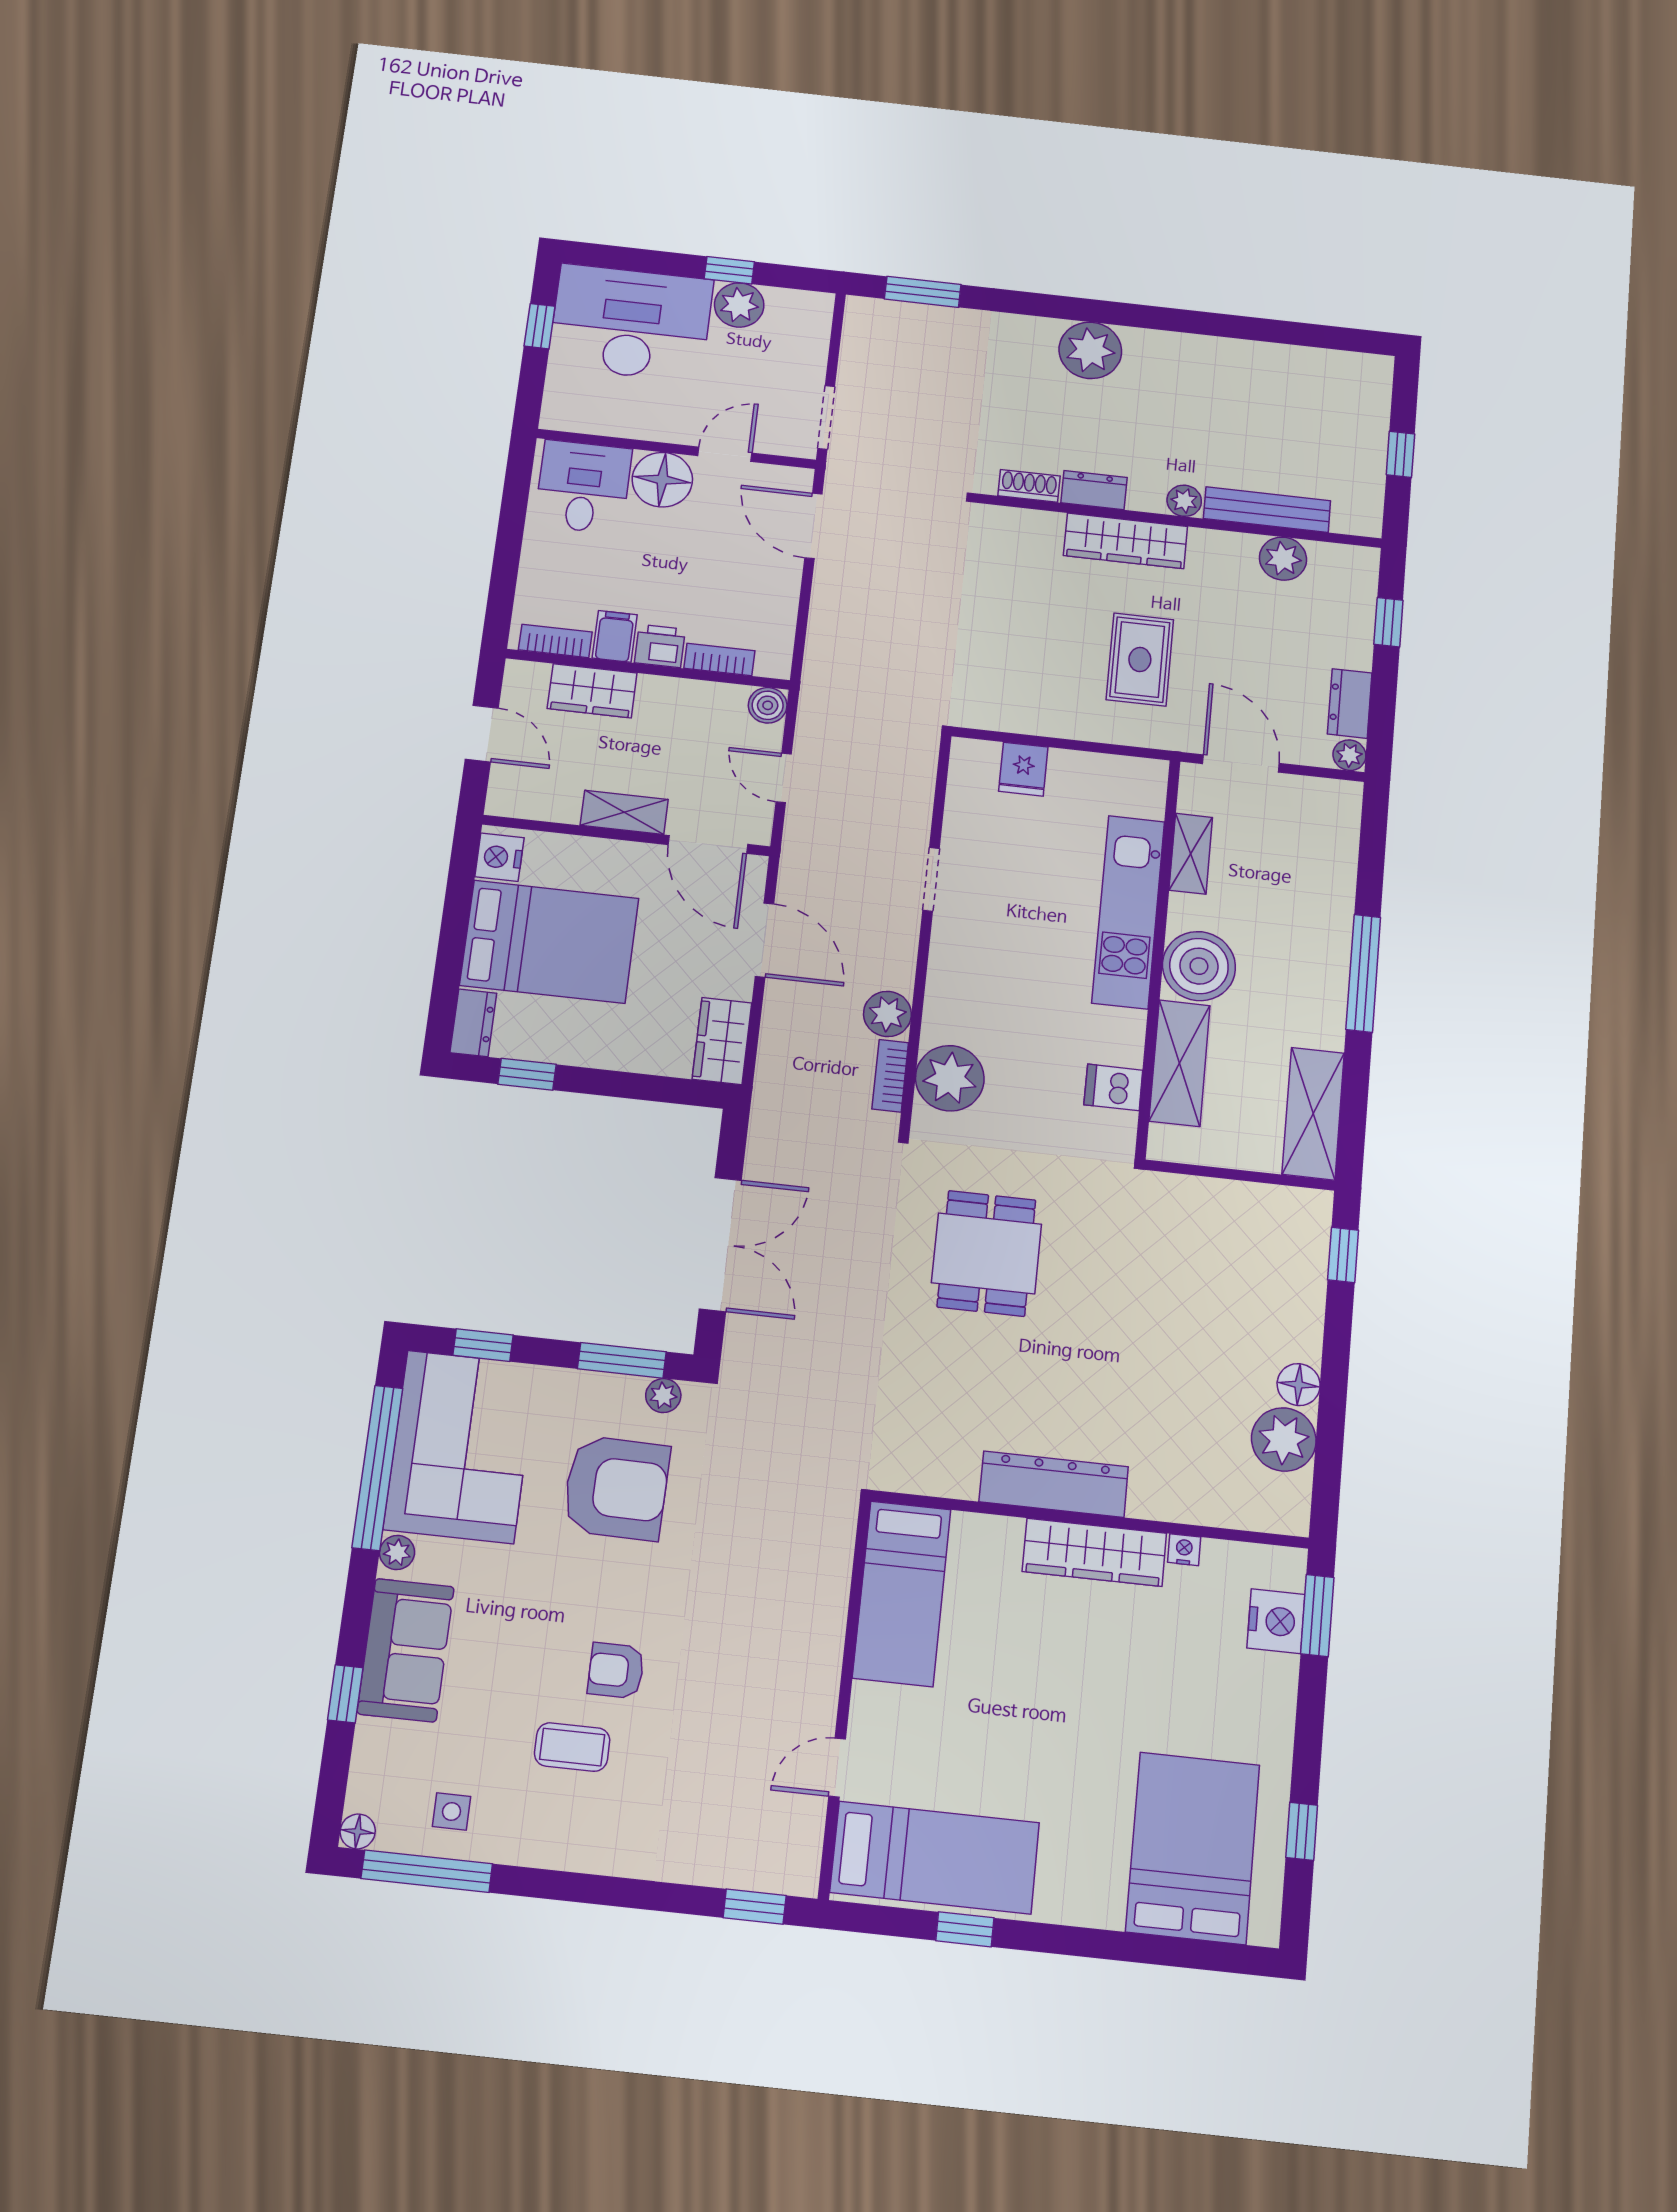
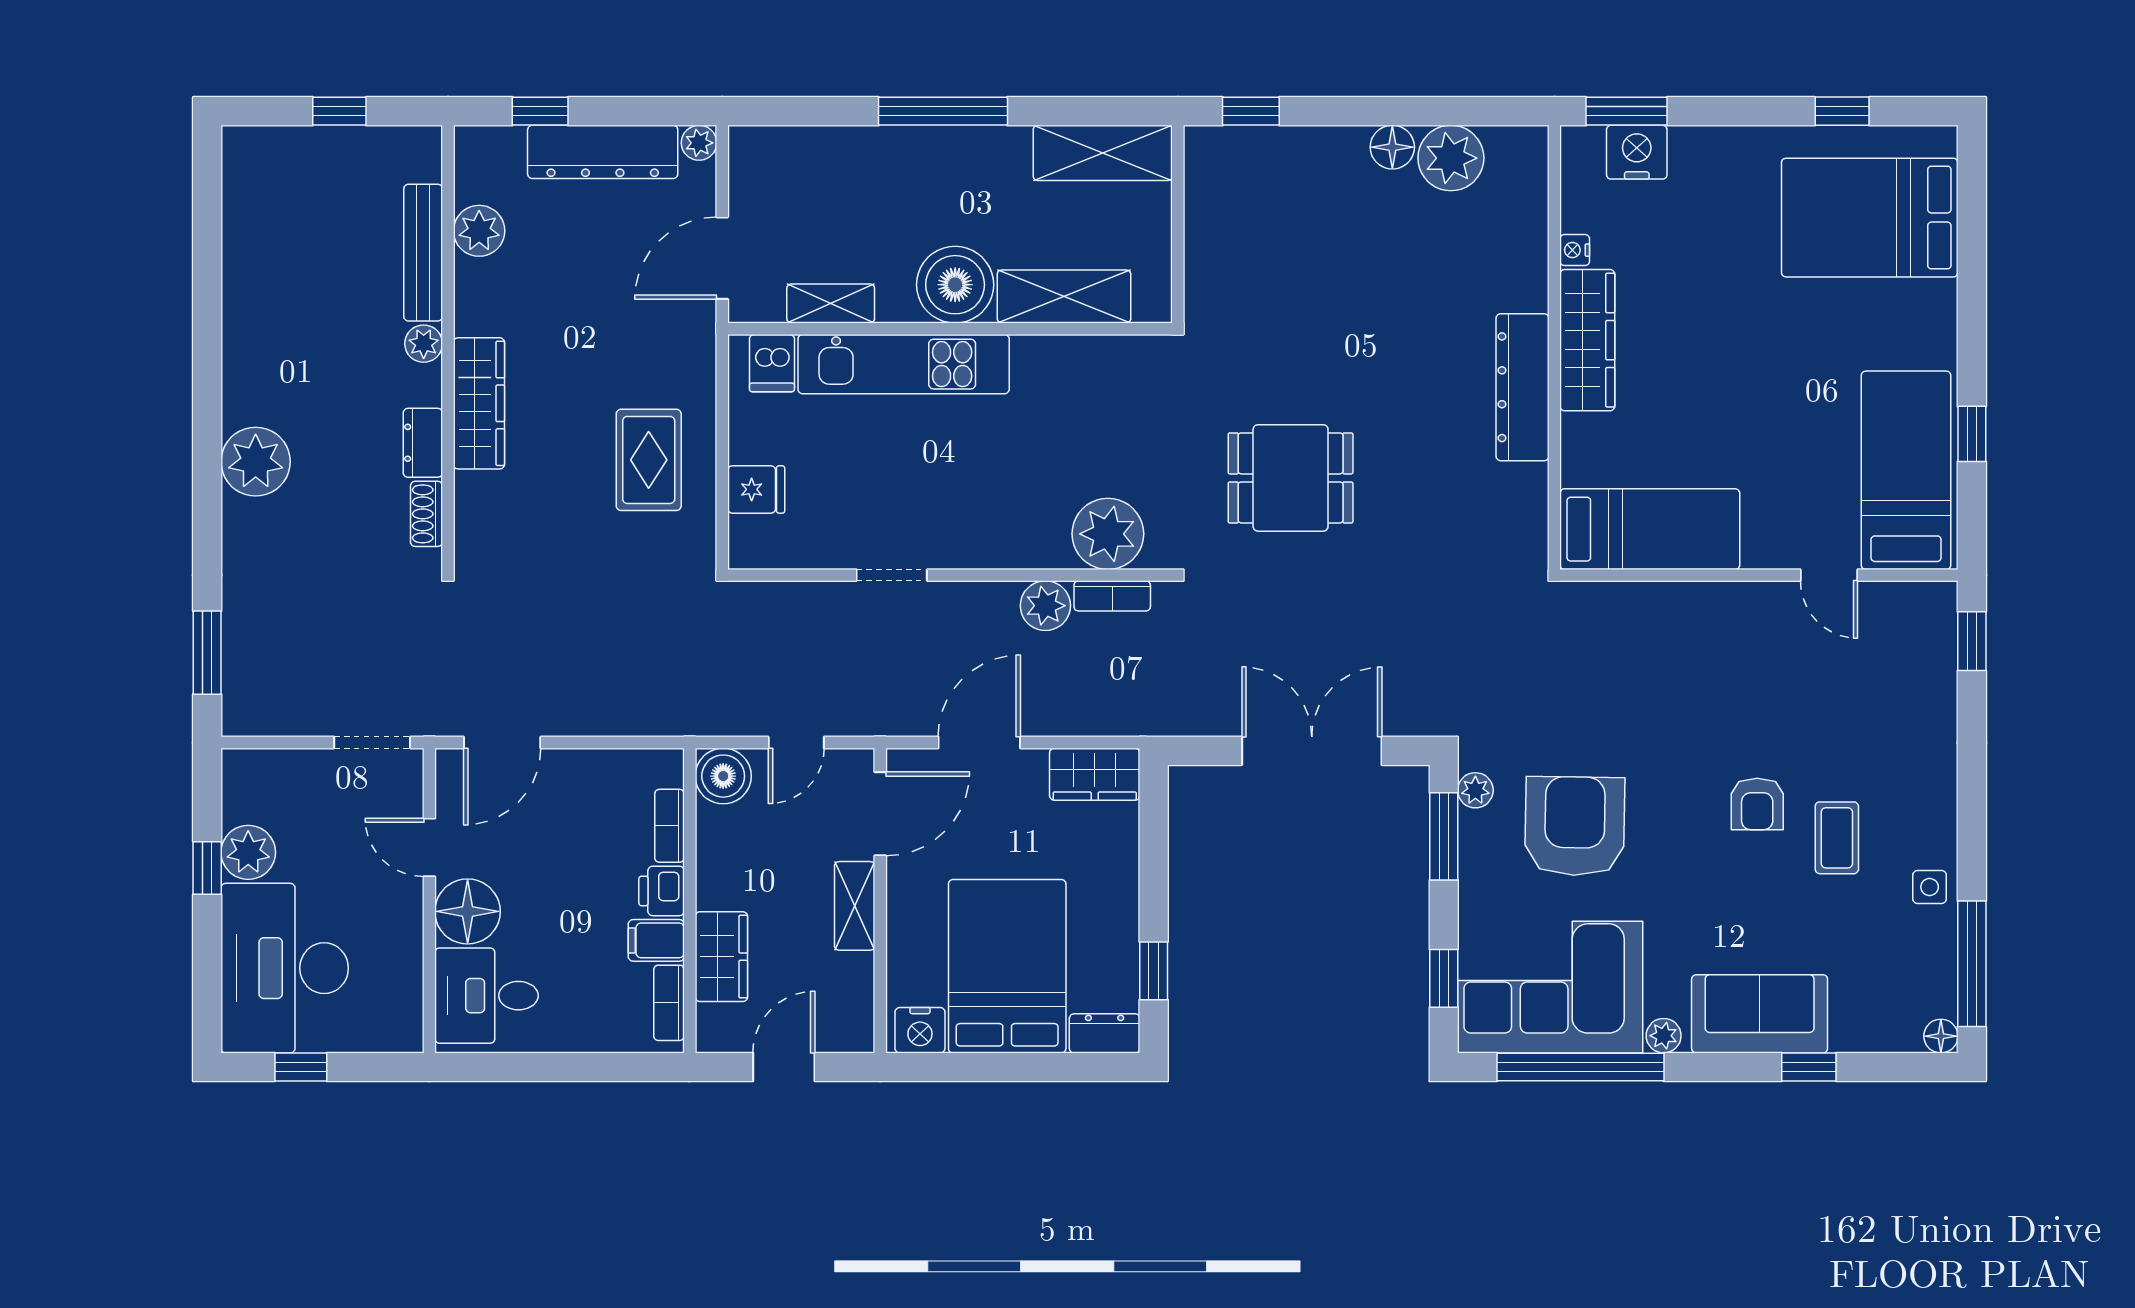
rug: (1140, 660) -> (649, 460), moved, turned 90
dresser: (1350, 703) -> (603, 152), width x1.96, depth x1.24
boiler: (768, 705) -> (723, 776), width x1.36, depth x1.36
dishwasher: (1113, 1087) -> (772, 363), moved
side table: (452, 1811) -> (1930, 887), moved

